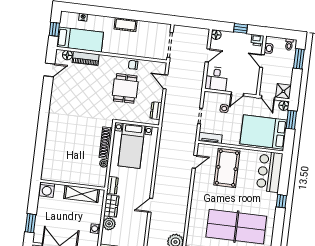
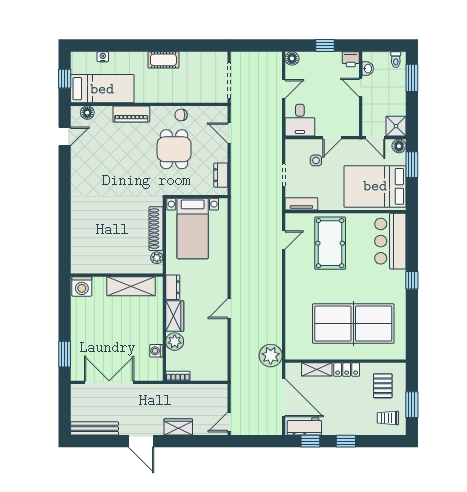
piano: (86, 58) -> (131, 114), moved
wall: (72, 185) -> (117, 275), moved
washing machine: (47, 190) -> (82, 286), moved
shelving: (82, 194) -> (131, 286), moved

